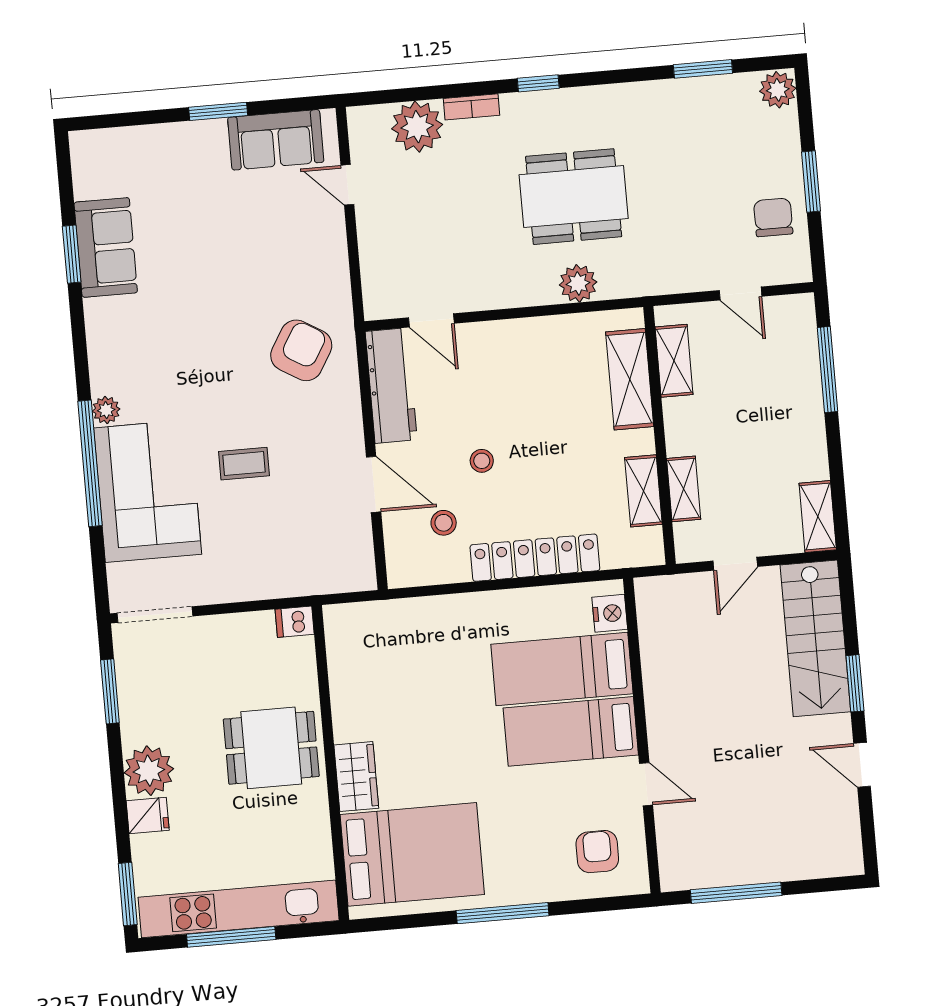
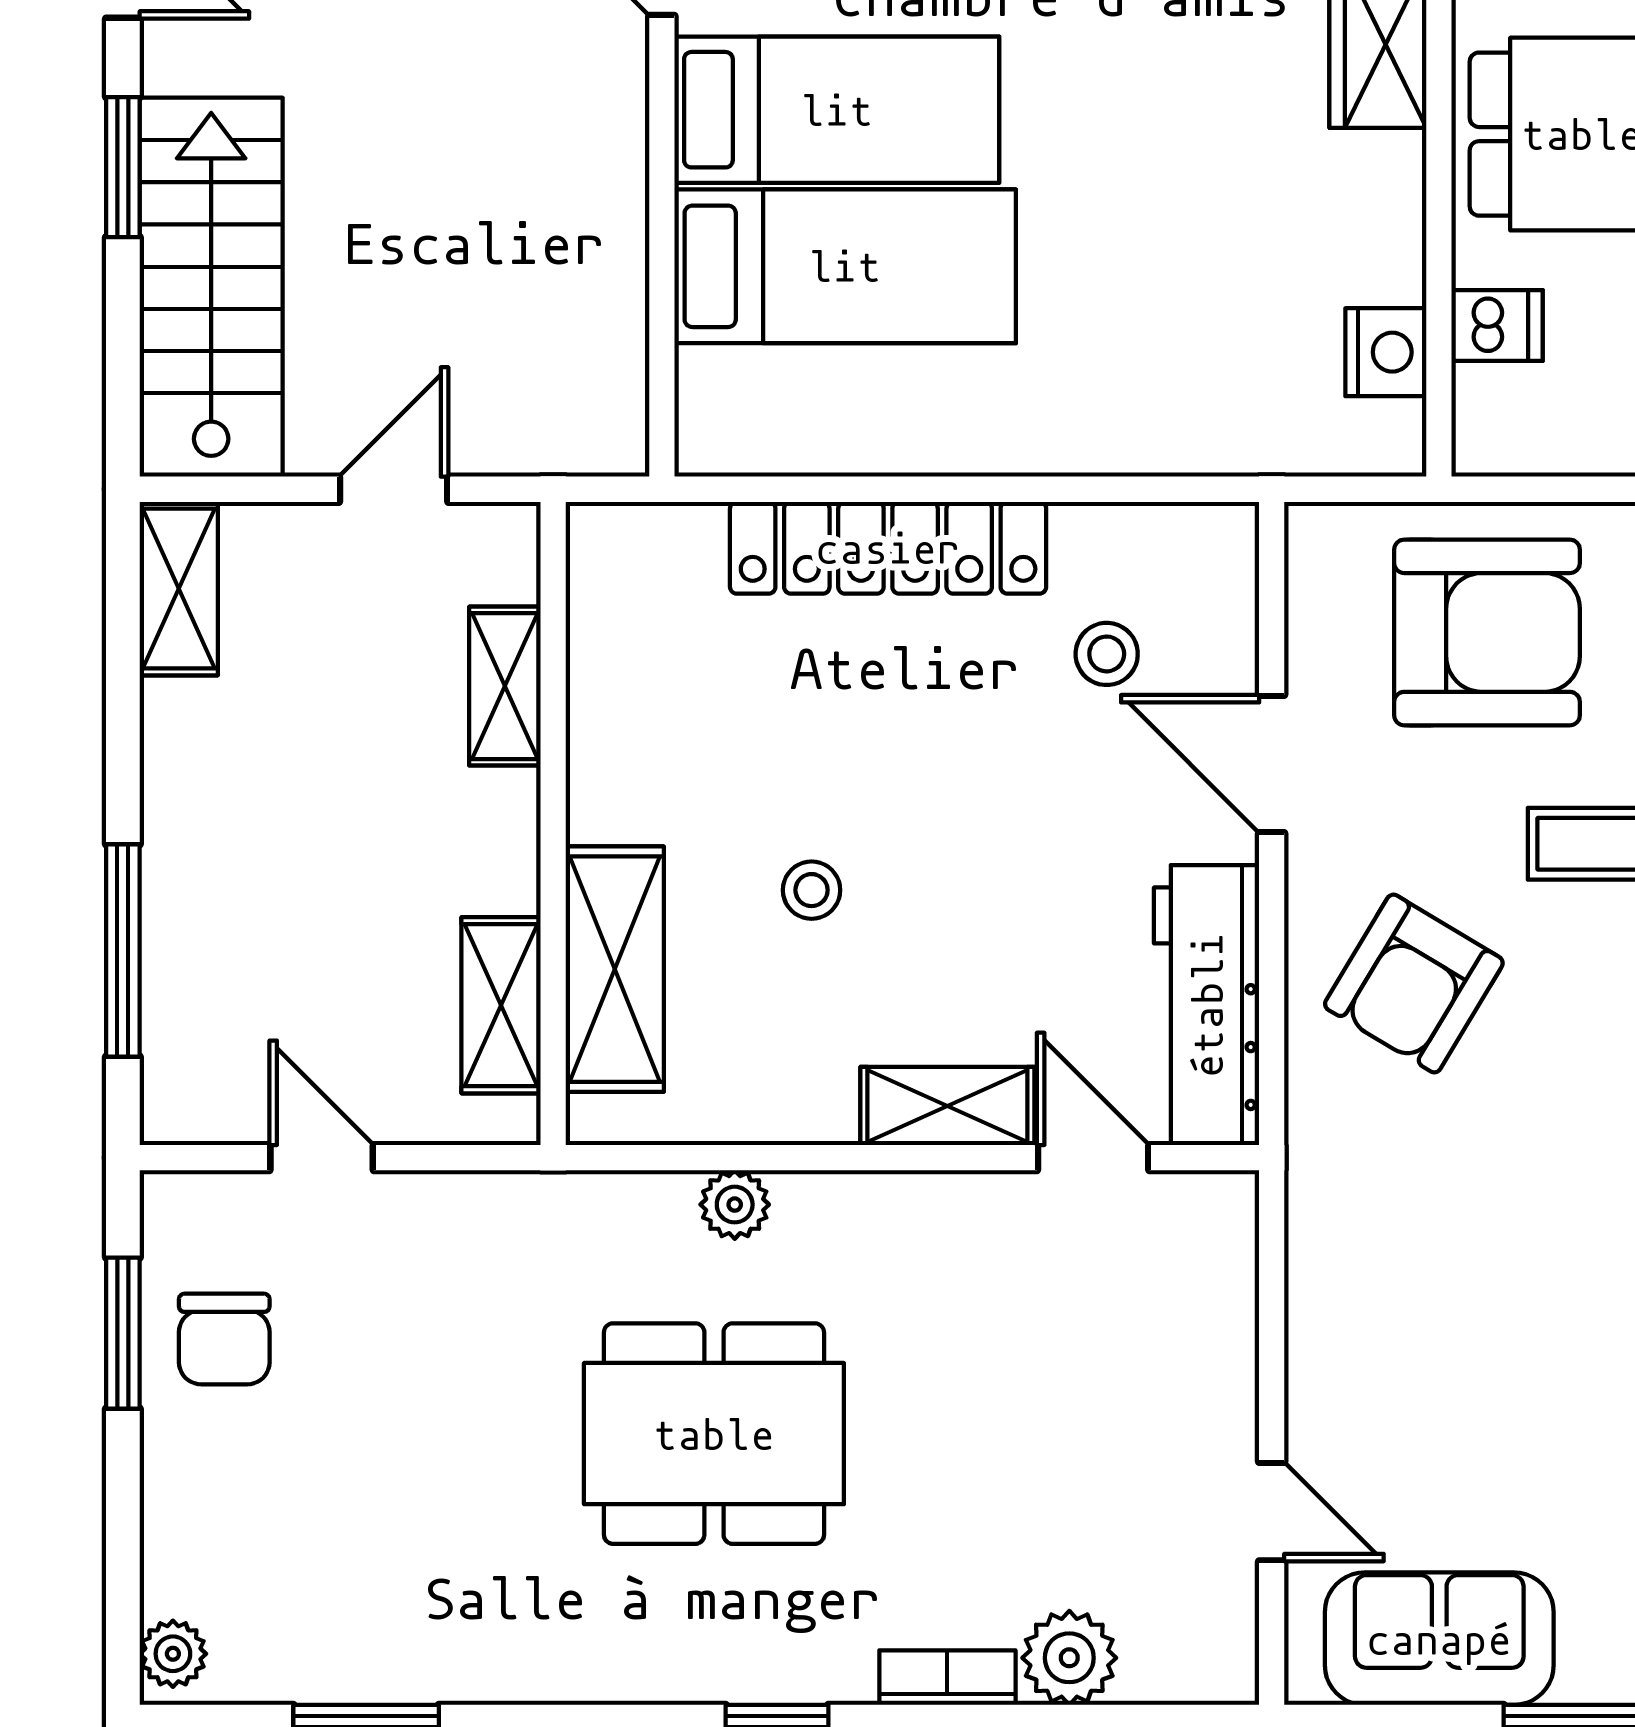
plant: (778, 90) -> (173, 1654), width x0.73, depth x0.73
plant: (417, 127) -> (1069, 1658), width x0.73, depth x0.73
window: (811, 182) -> (123, 1333), moved
plant: (578, 283) -> (735, 1205), width x0.73, depth x0.73
armchair: (301, 350) -> (1414, 984), moved
stool: (482, 461) -> (812, 890), moved
shelving: (643, 491) -> (947, 1106), moved, turned 90
armchair: (292, 545) -> (1487, 632), added
nightstand: (610, 613) -> (1386, 352), moved, turned 180
dishwasher: (295, 622) -> (1497, 325), moved

